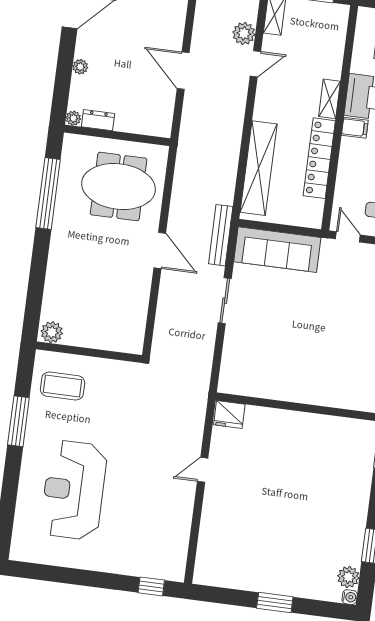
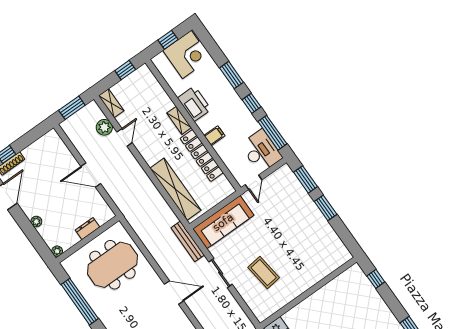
dresser: (98, 120) -> (88, 229), moved
filing cabinet: (355, 128) -> (214, 136), moved
door: (348, 237) -> (254, 182), swing flipped
door: (160, 250) -> (174, 293), moved
coffee table: (271, 342) -> (264, 273), added

